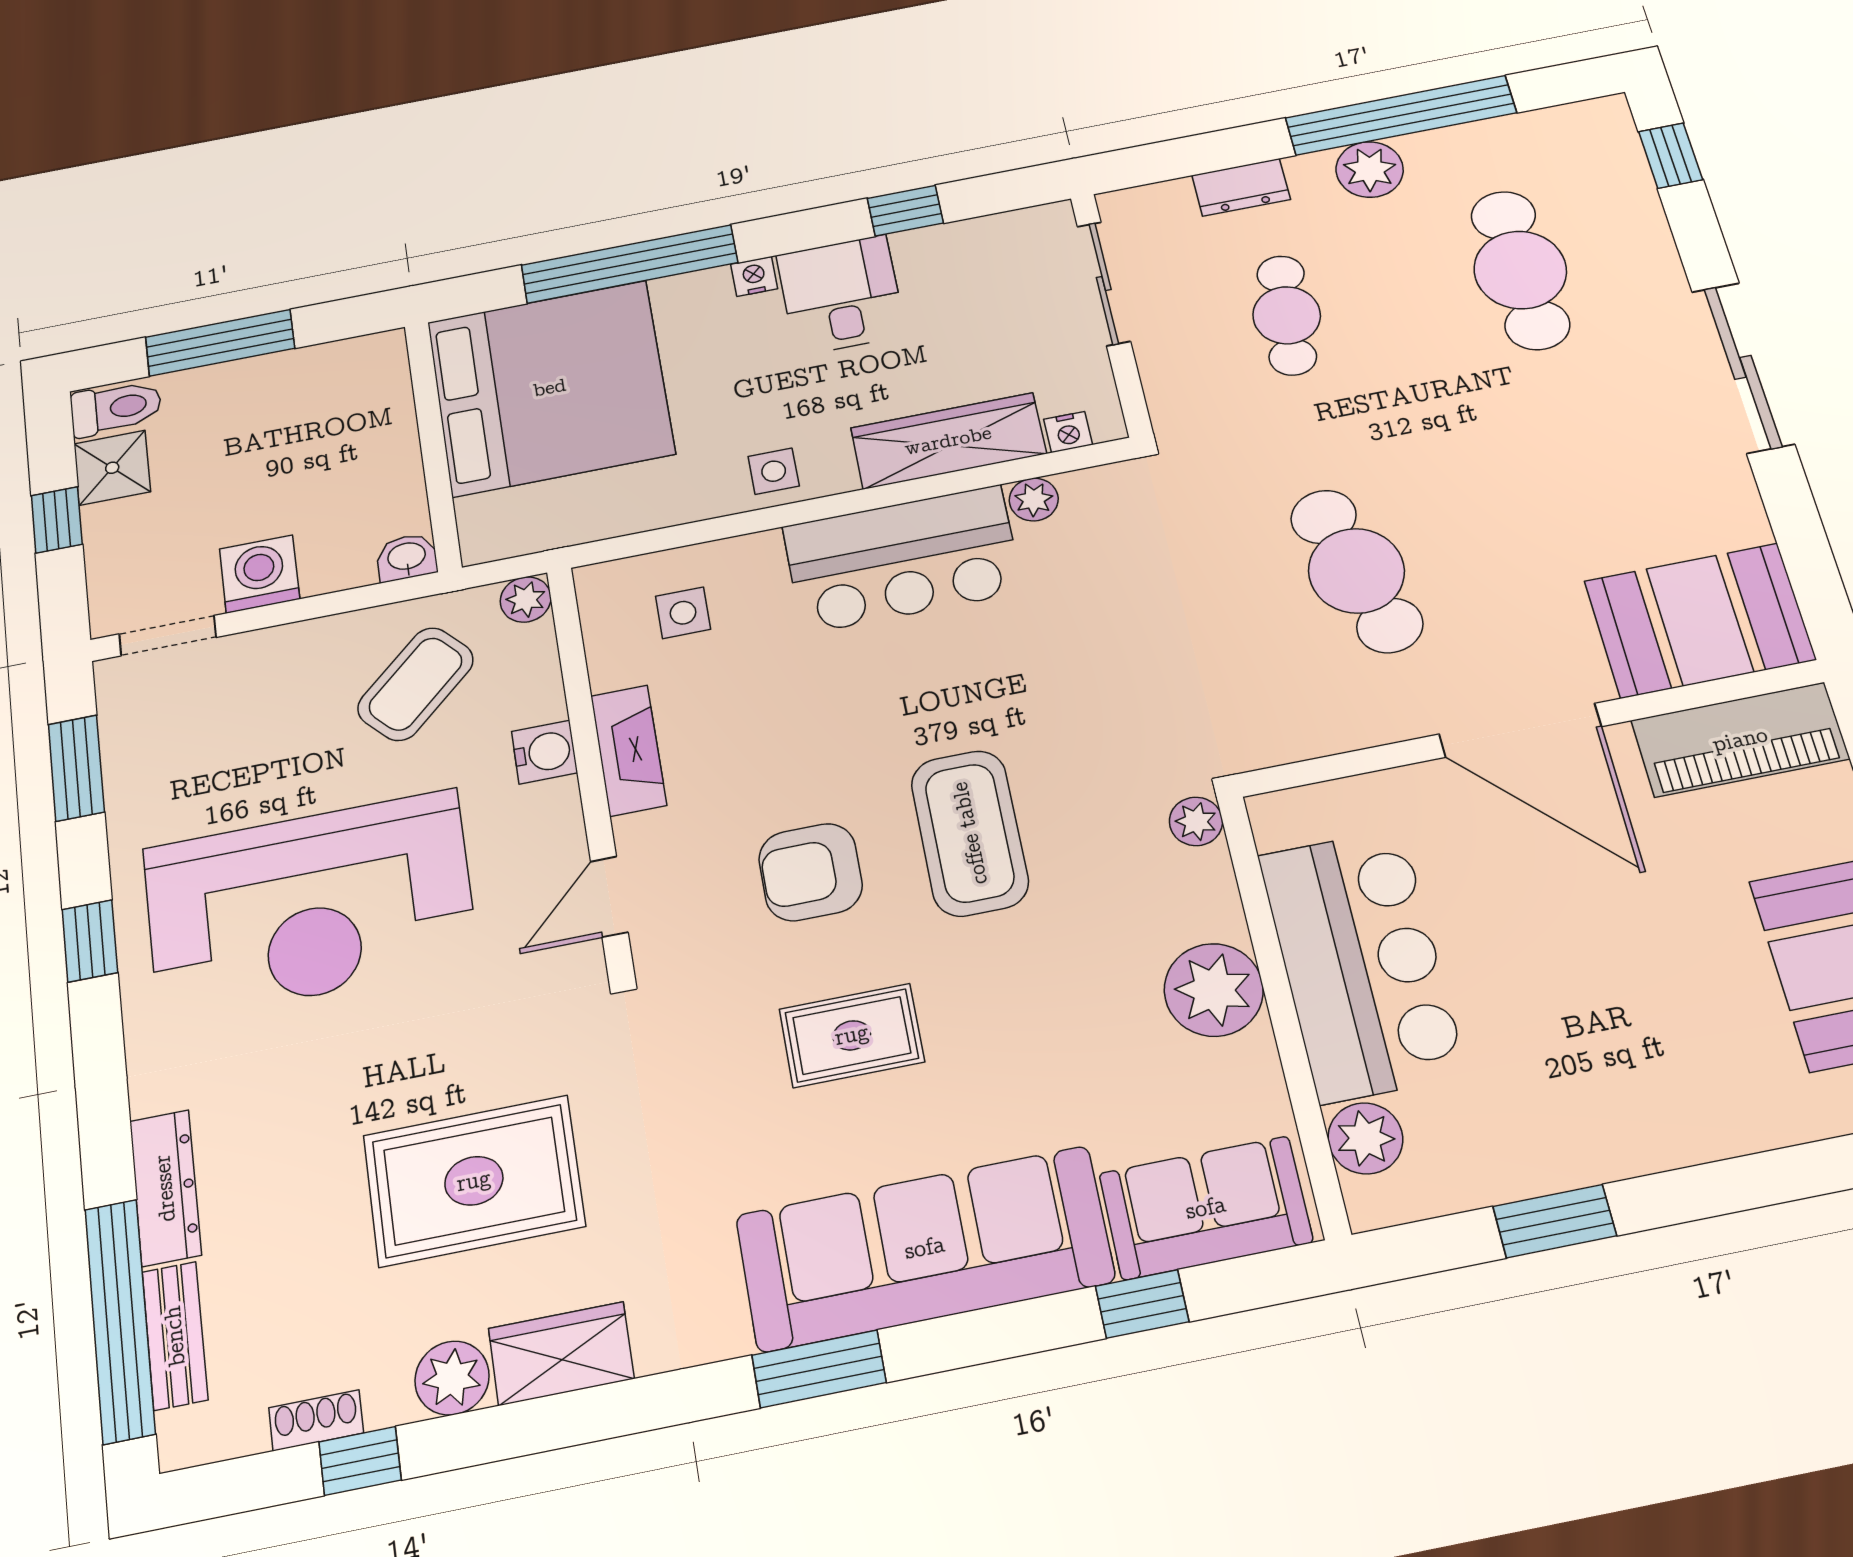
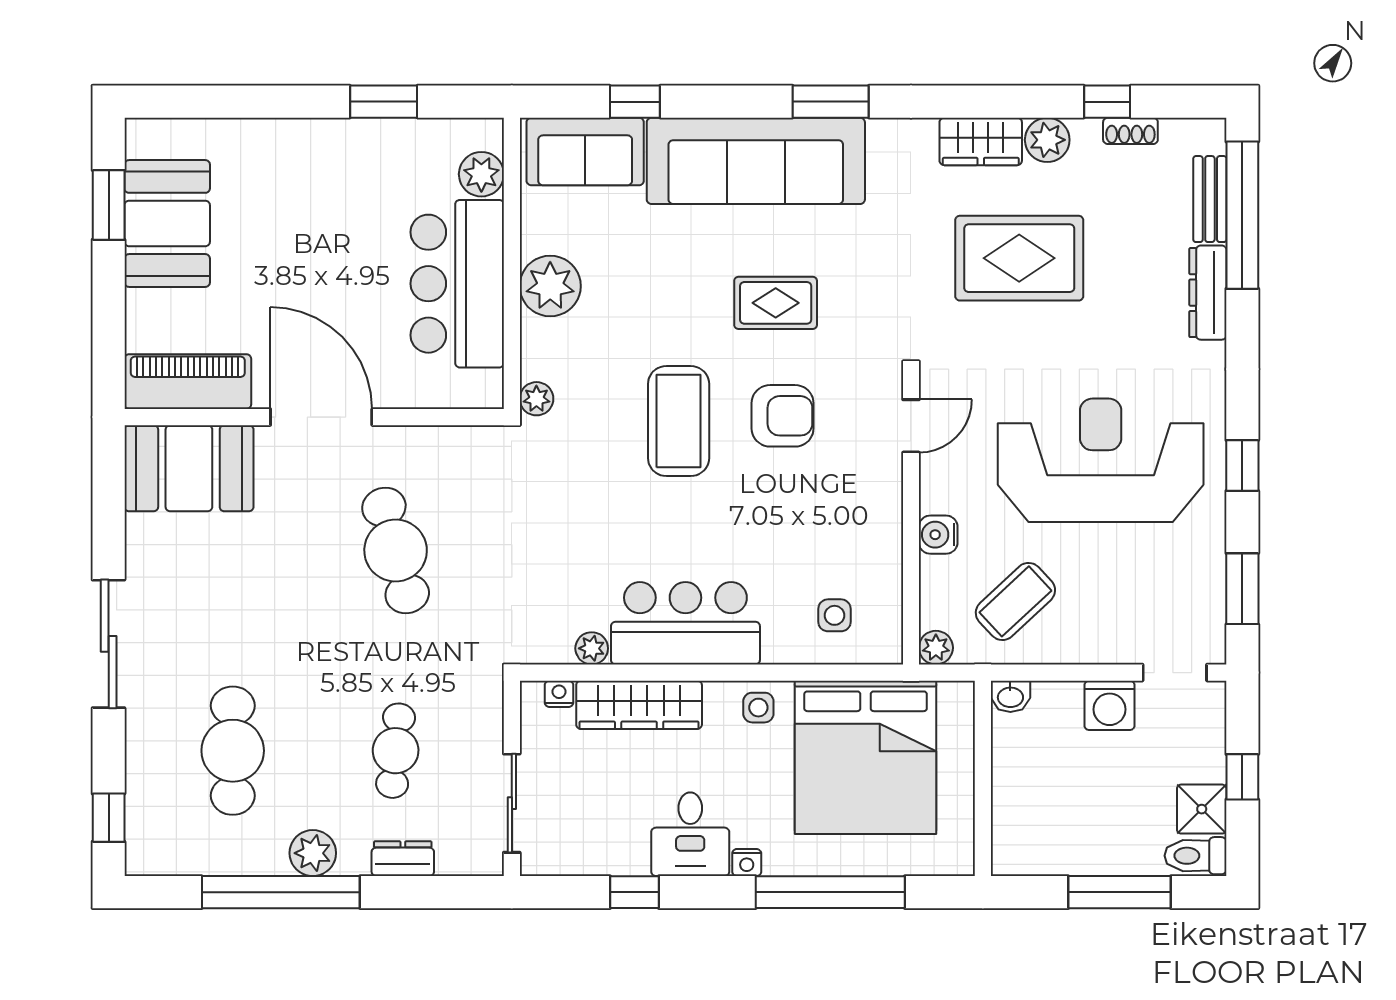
bed: (550, 388) -> (866, 757), moved, turned -90
fireplace: (629, 750) -> (884, 524), removed

